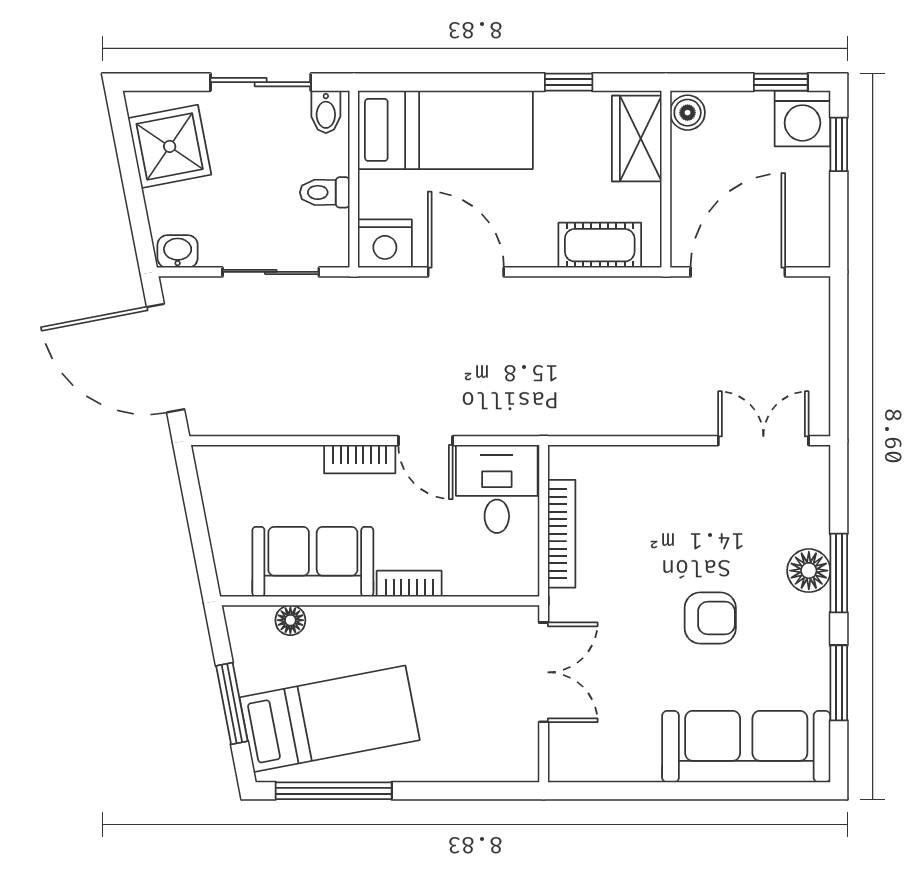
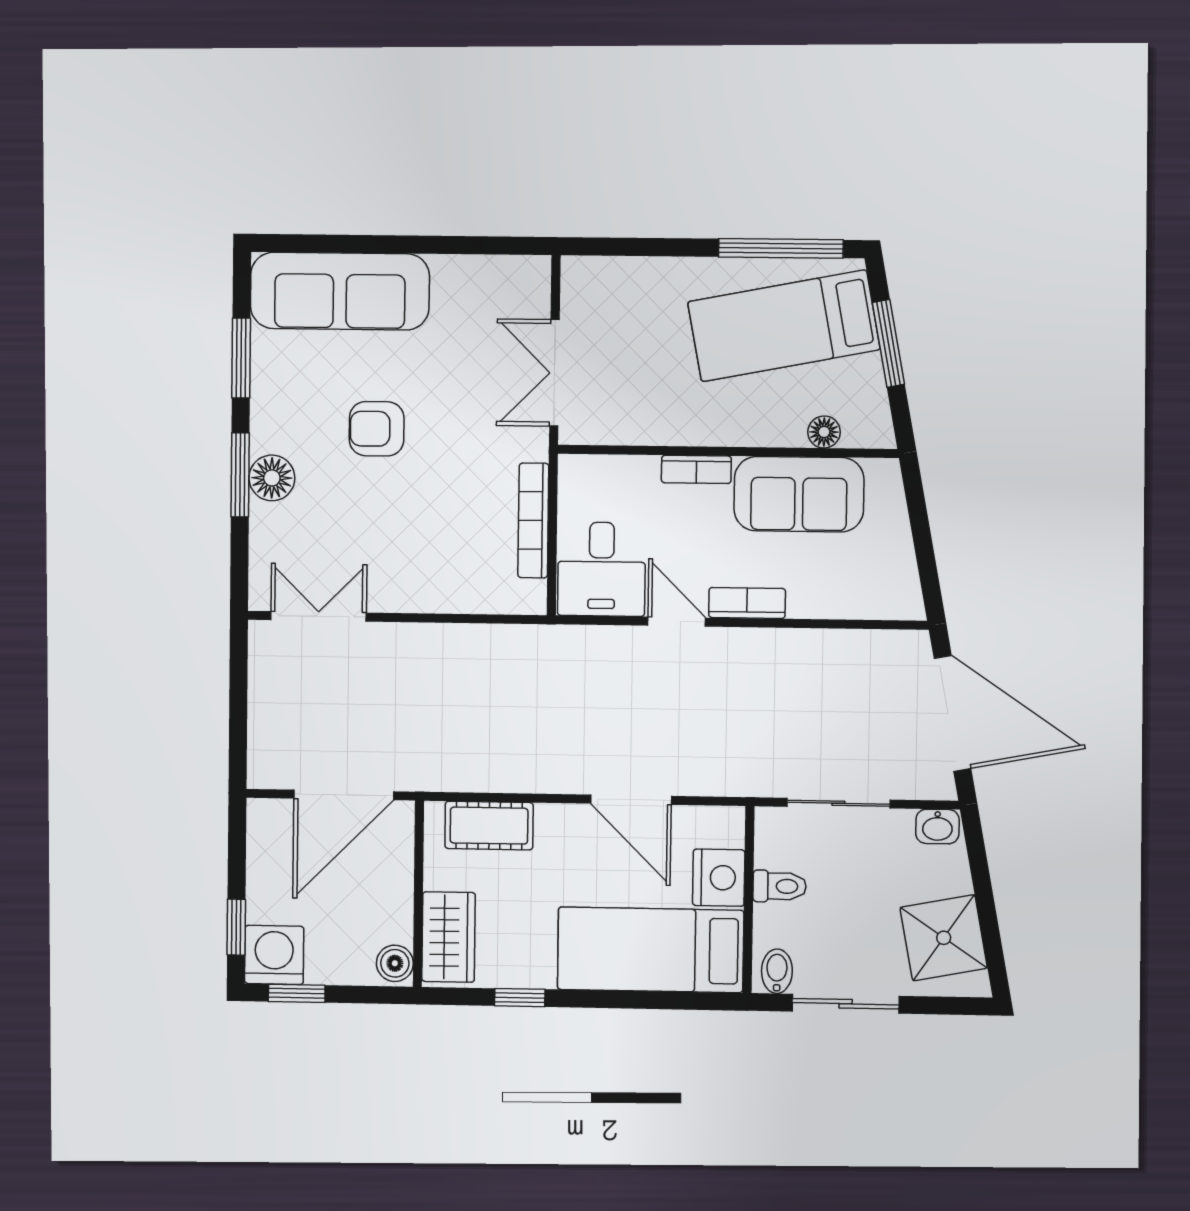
nightstand: (385, 244) -> (719, 878), moved, turned 90
double door: (763, 441) -> (319, 616), swing flipped

